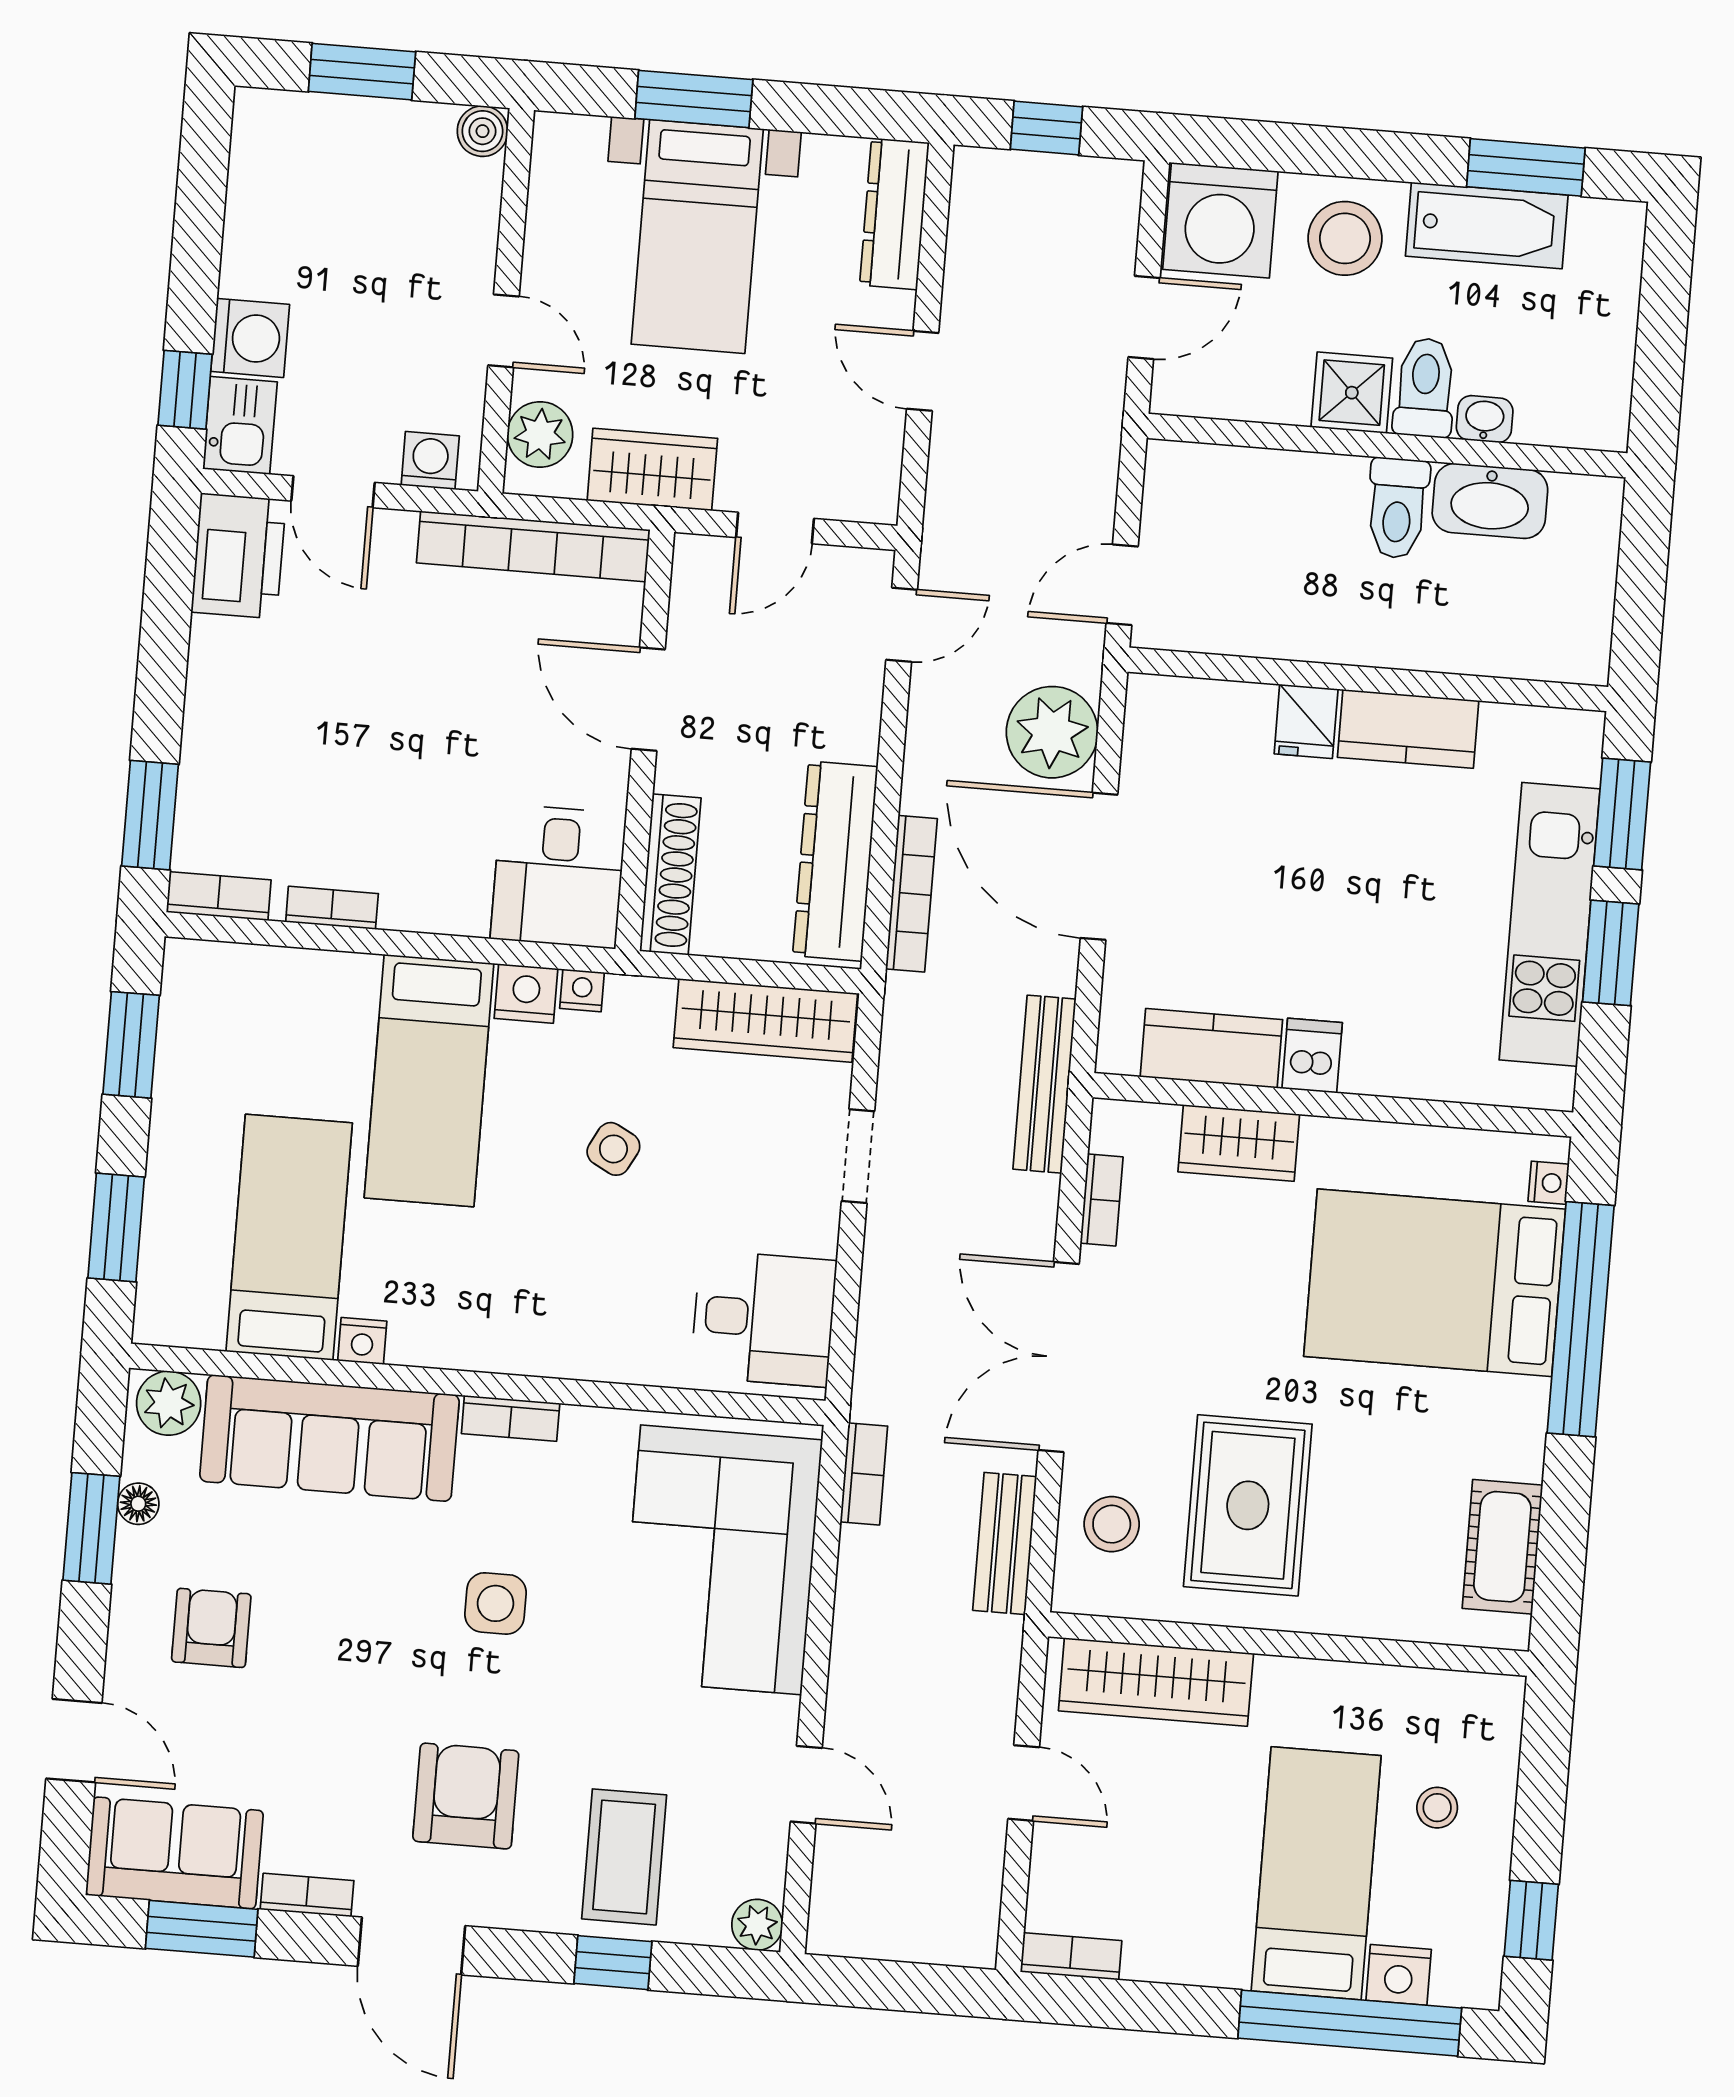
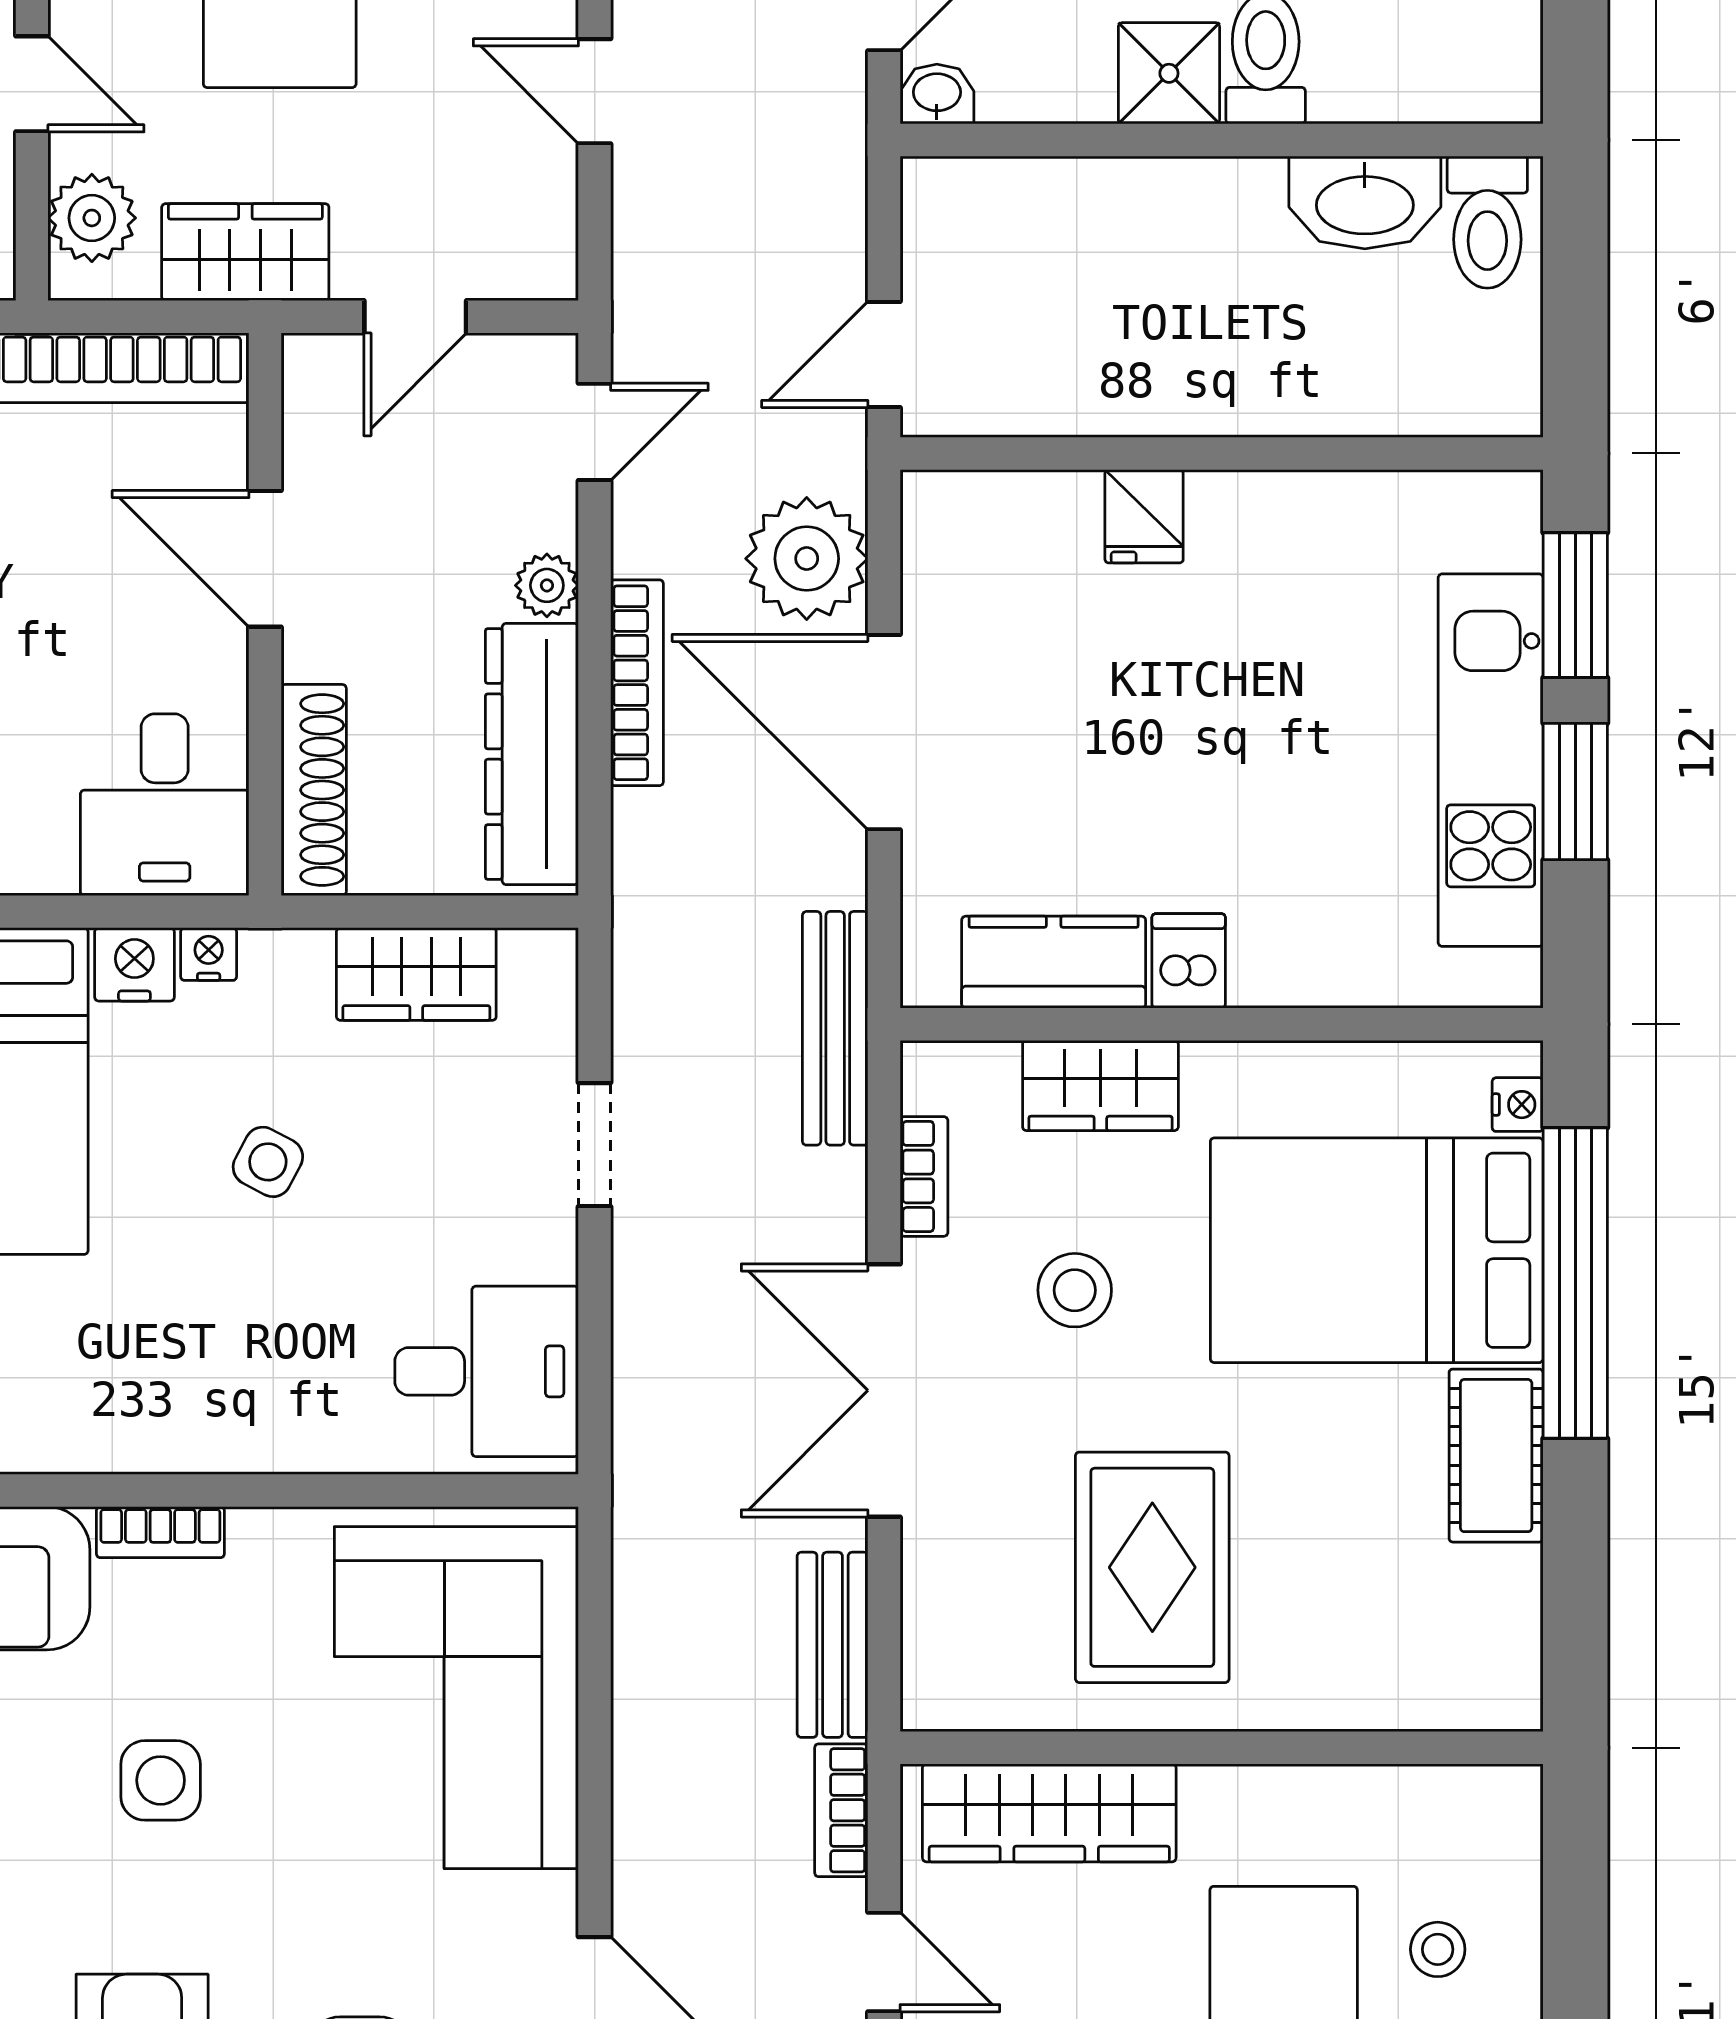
washbasin: (1485, 419) -> (937, 94), moved
toilet: (1397, 508) -> (1487, 222), moved
kitchen counter: (1408, 729) -> (1281, 515), removed
plant: (857, 736) -> (547, 585), added
bookcase: (911, 894) -> (637, 683), moved
wardrobe: (765, 1020) -> (416, 974), width x0.67
bookcase: (864, 1474) -> (841, 1810), moved, turned 180
stool: (1112, 1524) -> (1075, 1290), moved
cot: (1502, 1547) -> (1496, 1456), moved

